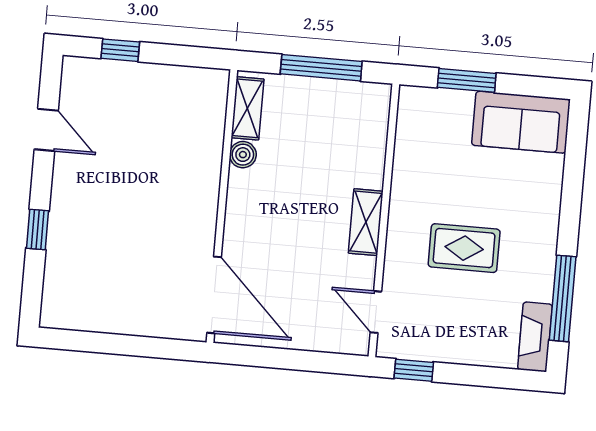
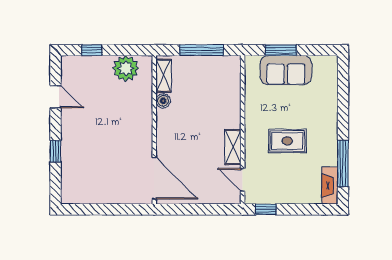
plant: (180, 89) -> (126, 68), added
sofa: (521, 122) -> (286, 70), moved
shelving: (366, 222) -> (233, 147), moved

